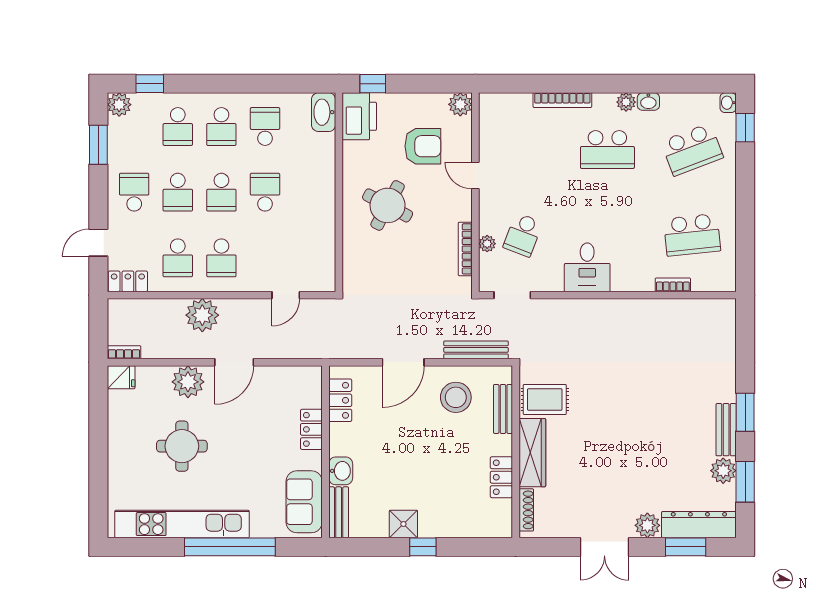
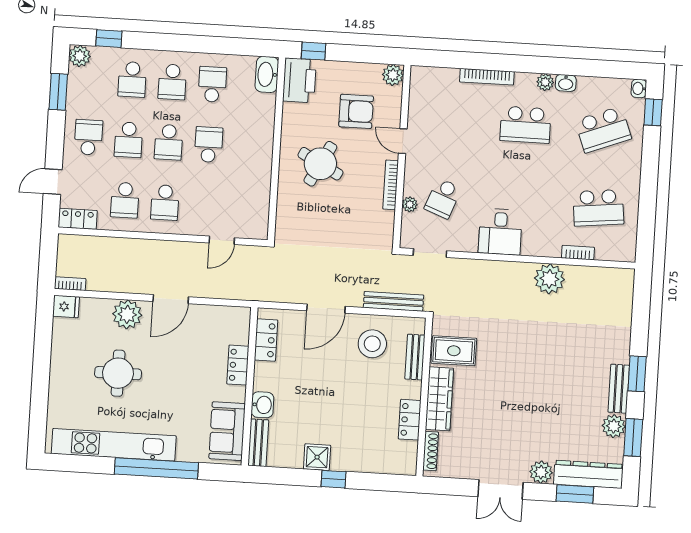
bookcase: (465, 249) -> (391, 185), moved
plant: (202, 315) -> (549, 279), moved

